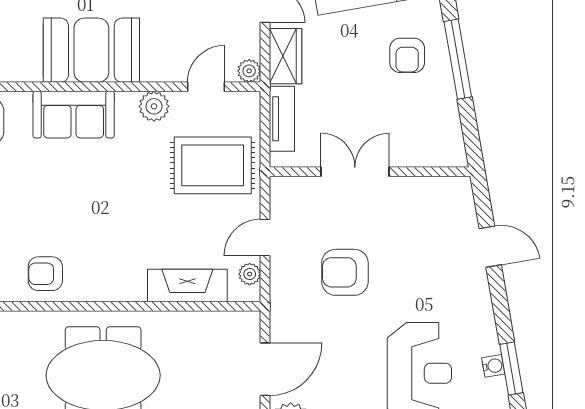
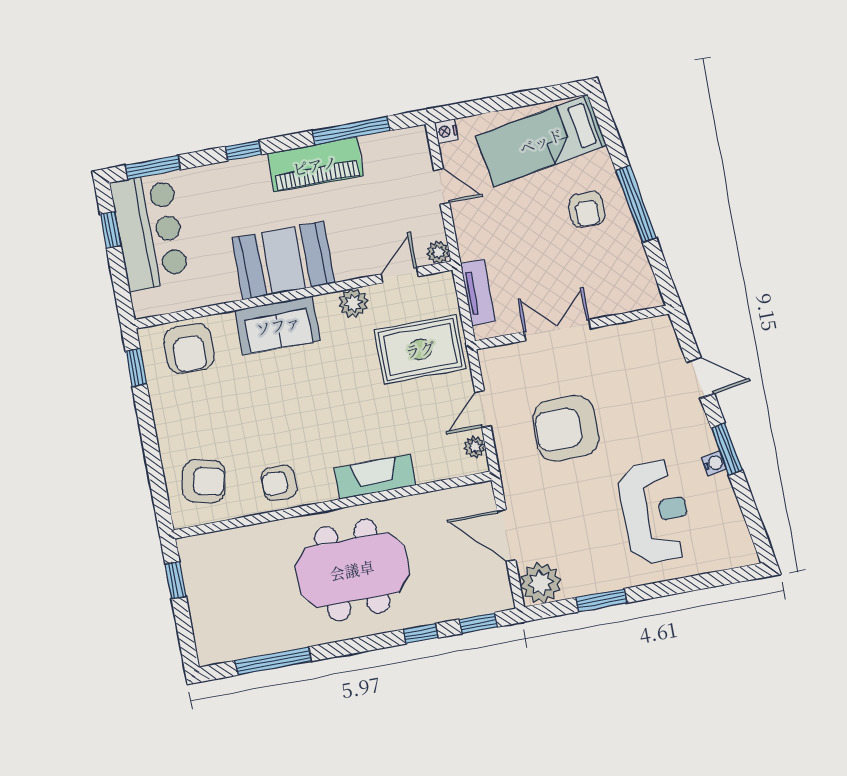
wardrobe: (285, 56) -> (470, 232), removed
armchair: (345, 272) -> (566, 428), width x1.36, depth x1.36
fireplace: (187, 285) -> (375, 477), moved
water cooler: (493, 366) -> (714, 463), moved
window: (511, 368) -> (727, 449), moved
door: (265, 369) -> (506, 535), swing flipped

